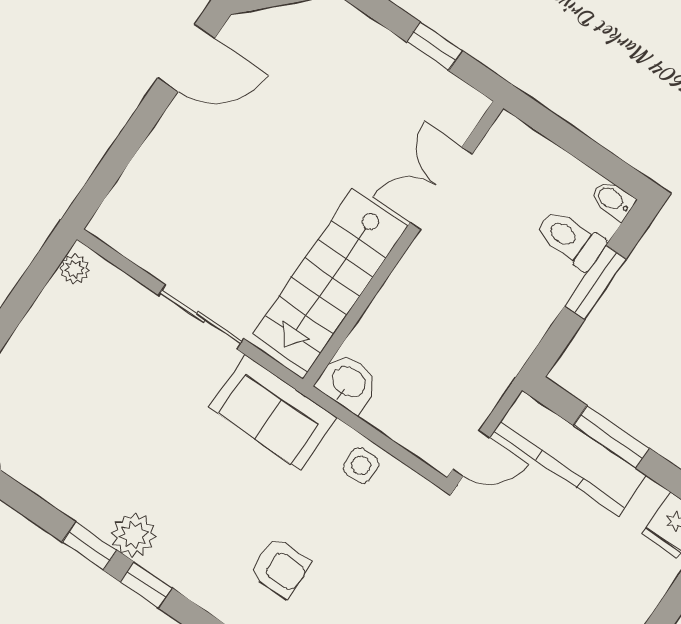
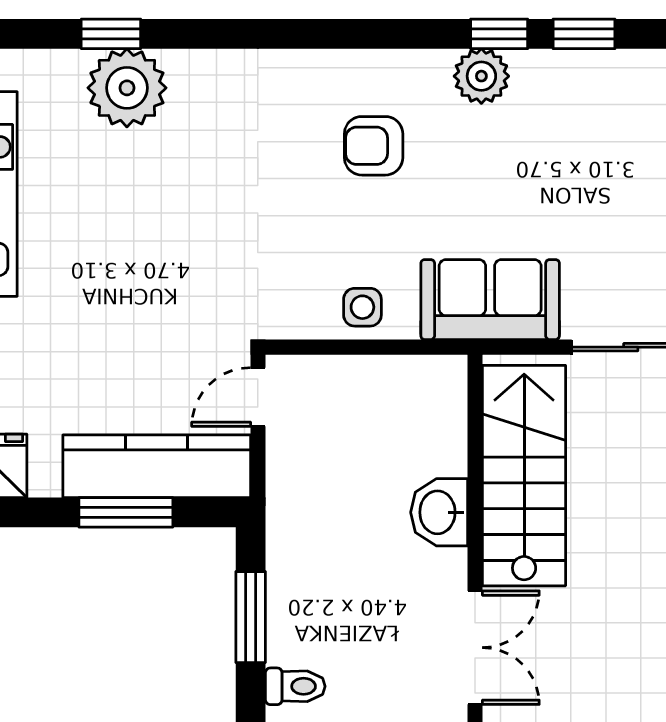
toilet: (570, 239) -> (295, 686), width x0.73, depth x0.72
window: (595, 282) -> (251, 617), moved
washbasin: (348, 383) -> (439, 512), moved, turned 90
plant: (134, 535) -> (481, 76), moved

